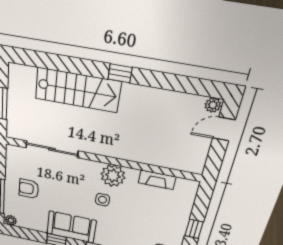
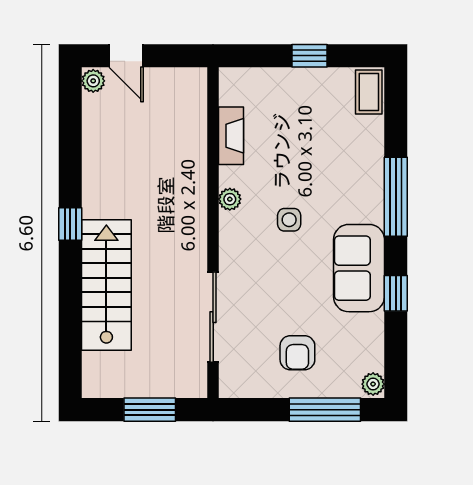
plant: (113, 176) -> (230, 199), width x0.53, depth x0.53

